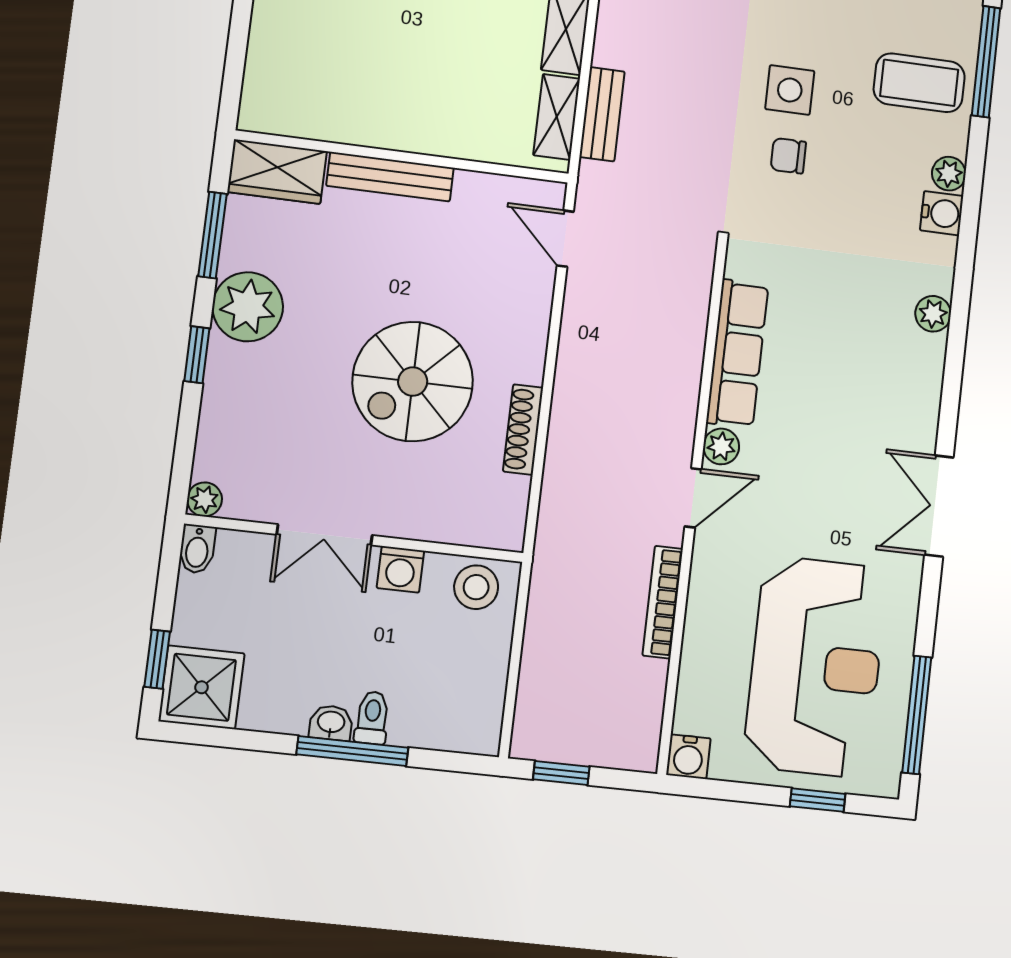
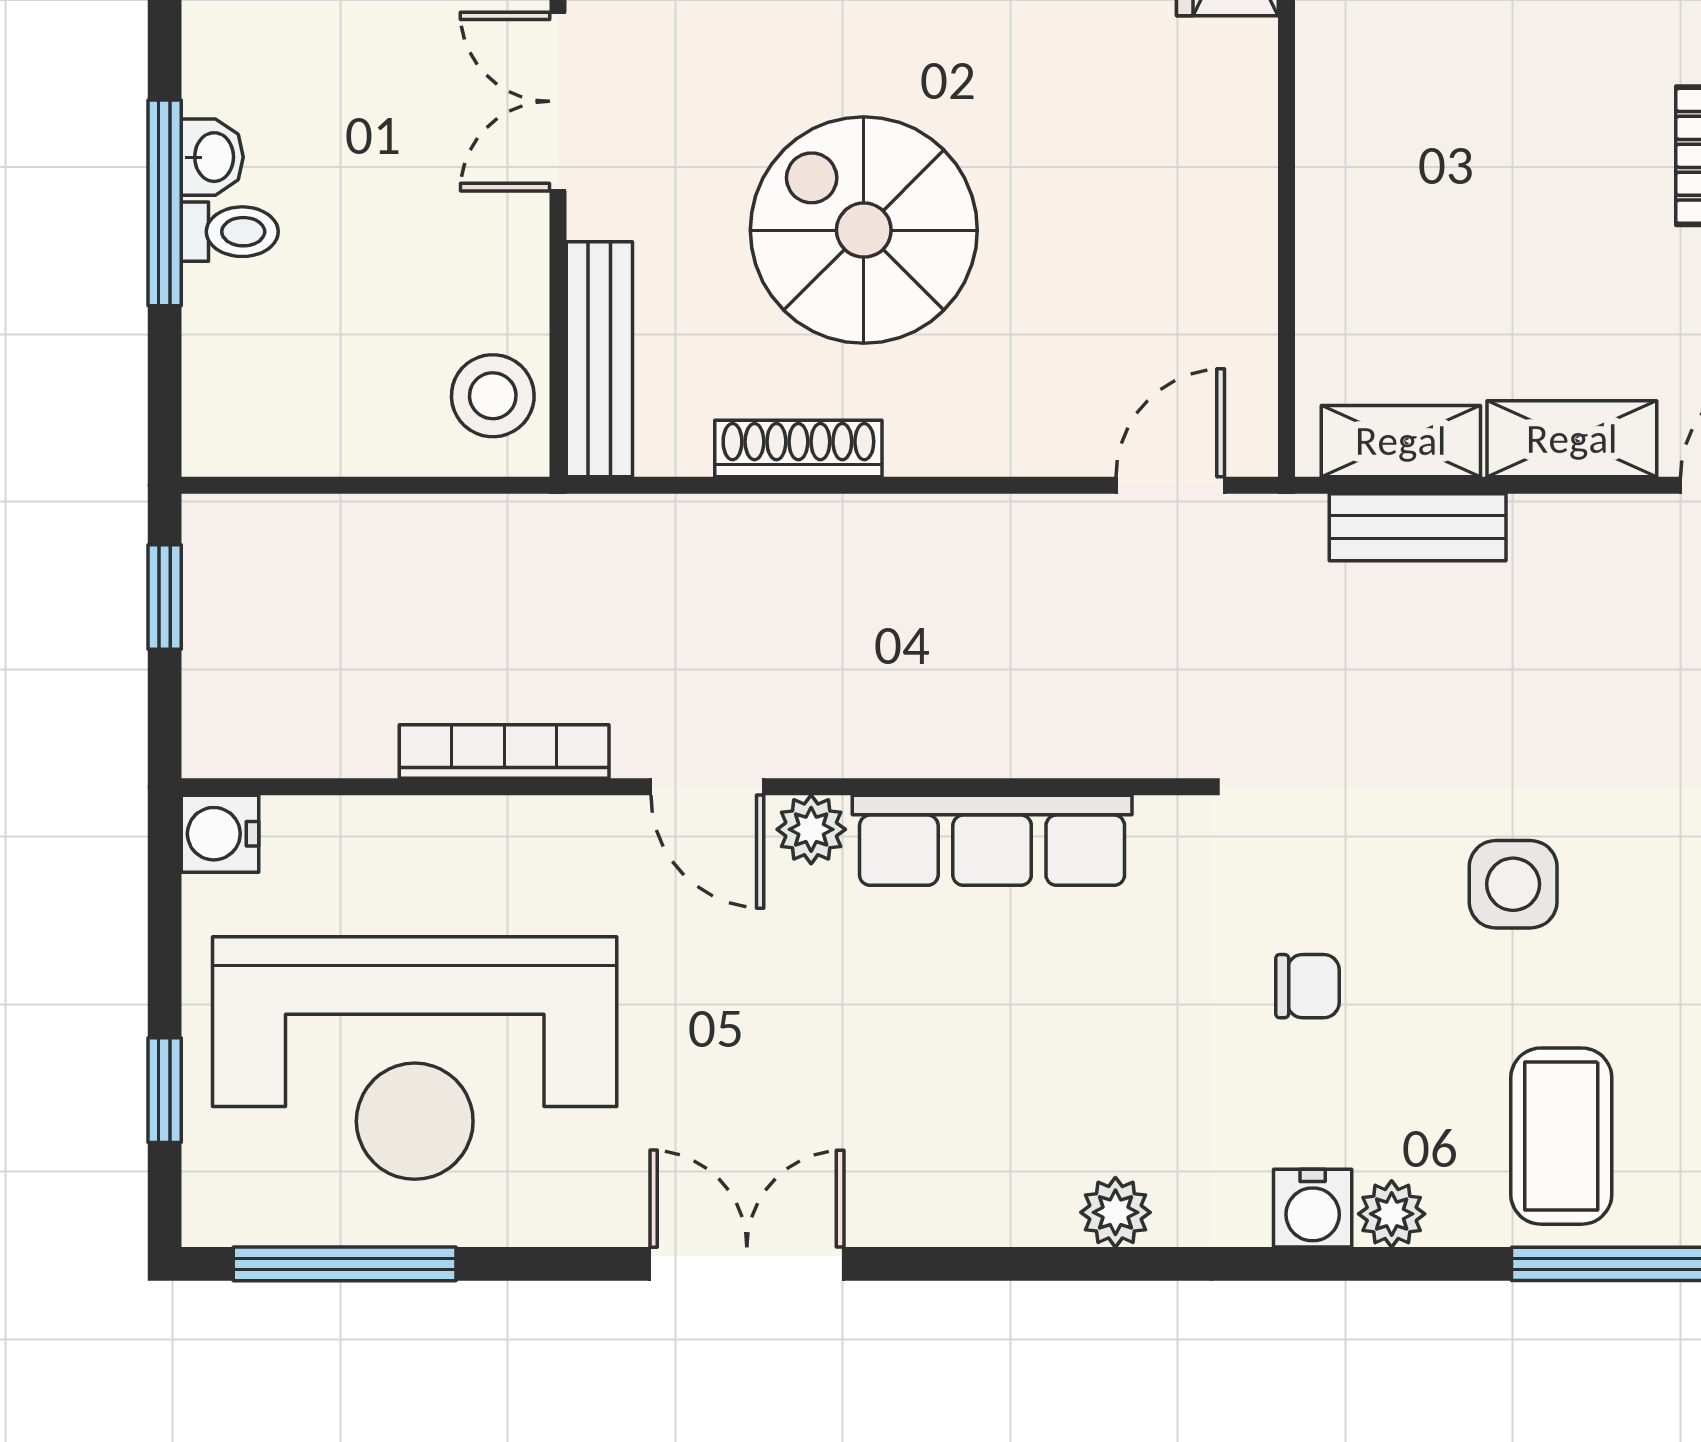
chair: (788, 156) -> (1308, 986), moved, turned 90
bench: (390, 177) -> (599, 359), moved
washing machine: (400, 569) -> (510, 250), removed

